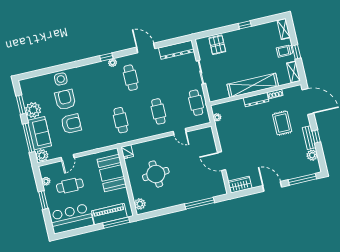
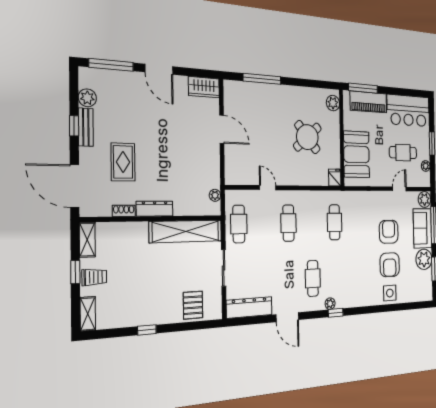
shelving: (253, 85) -> (186, 231), moved
armchair: (71, 124) -> (389, 232), turned 90
round table: (156, 174) -> (307, 137), turned -35

